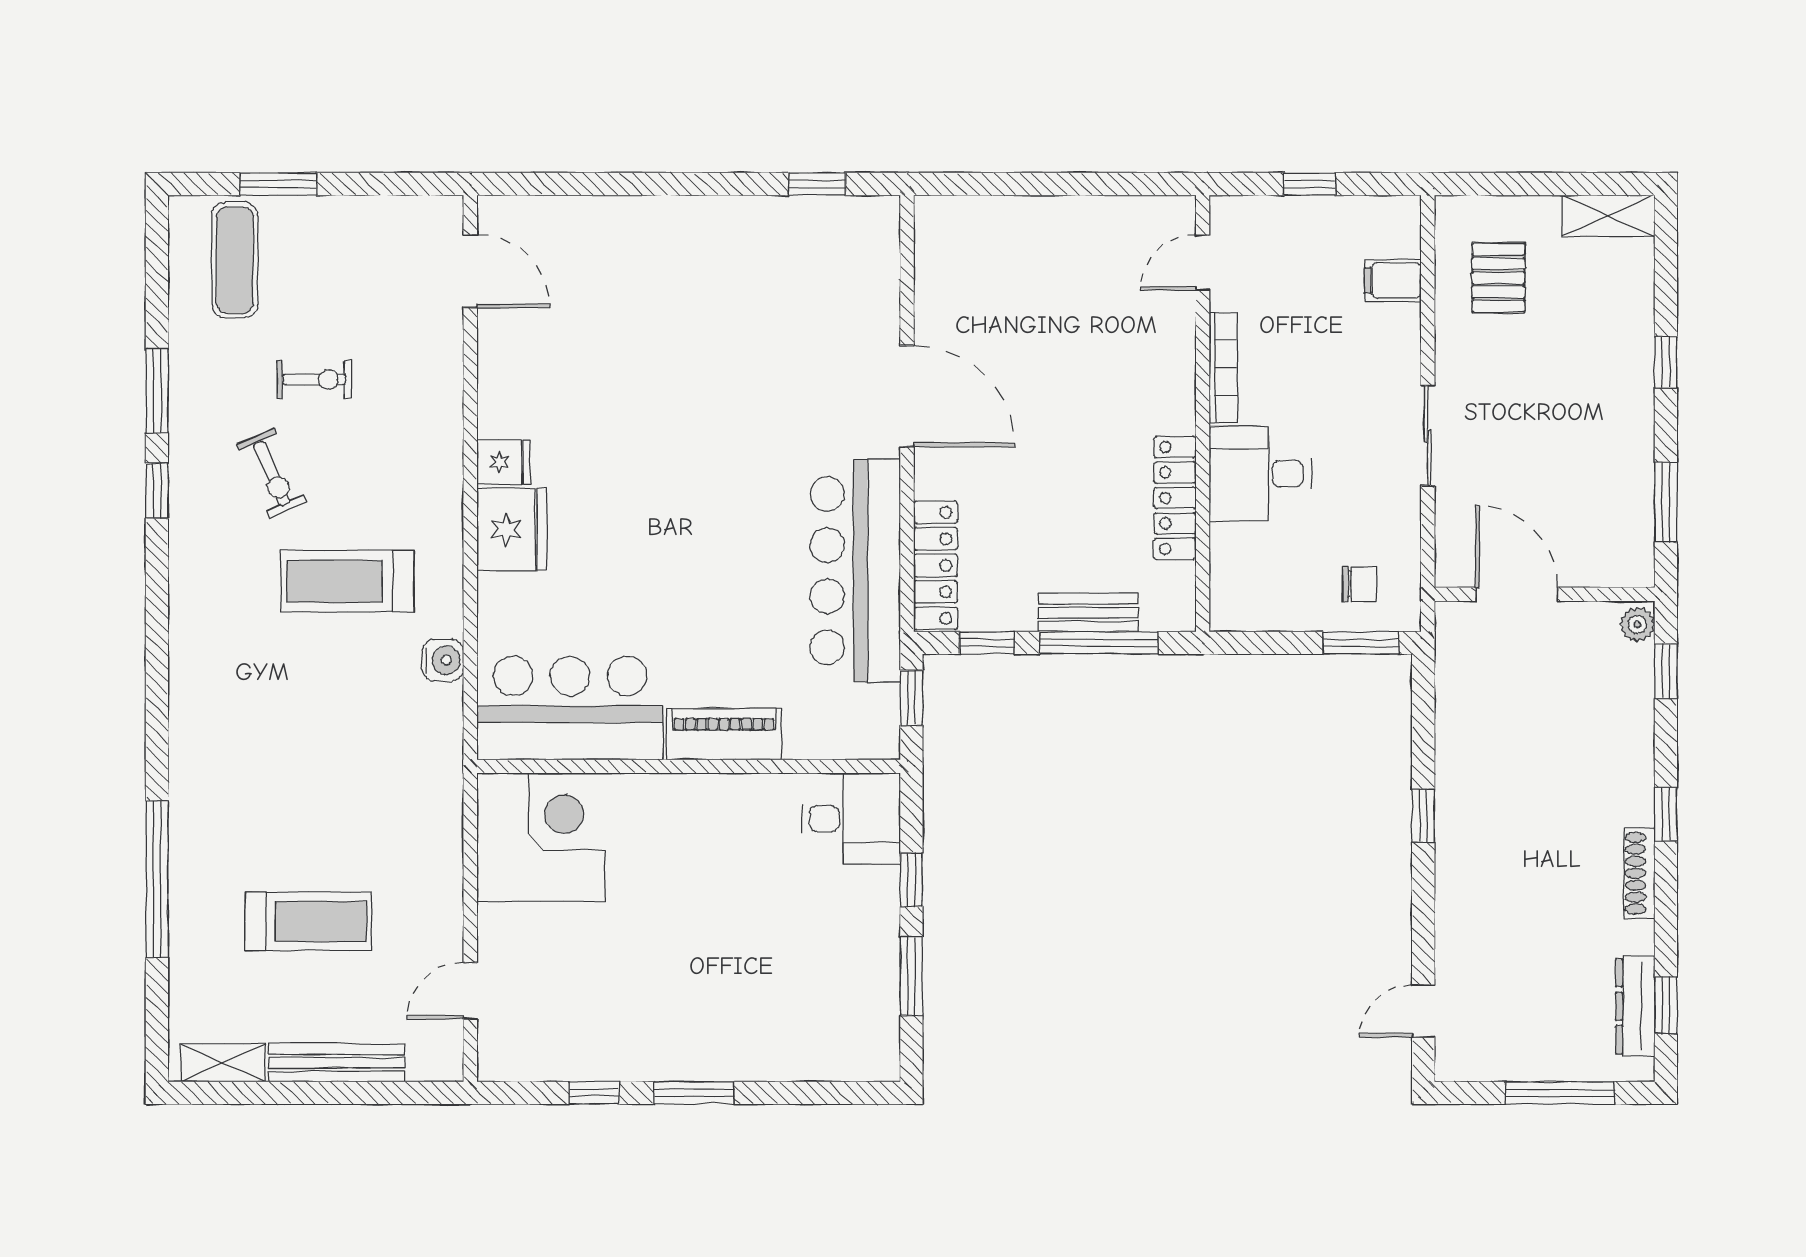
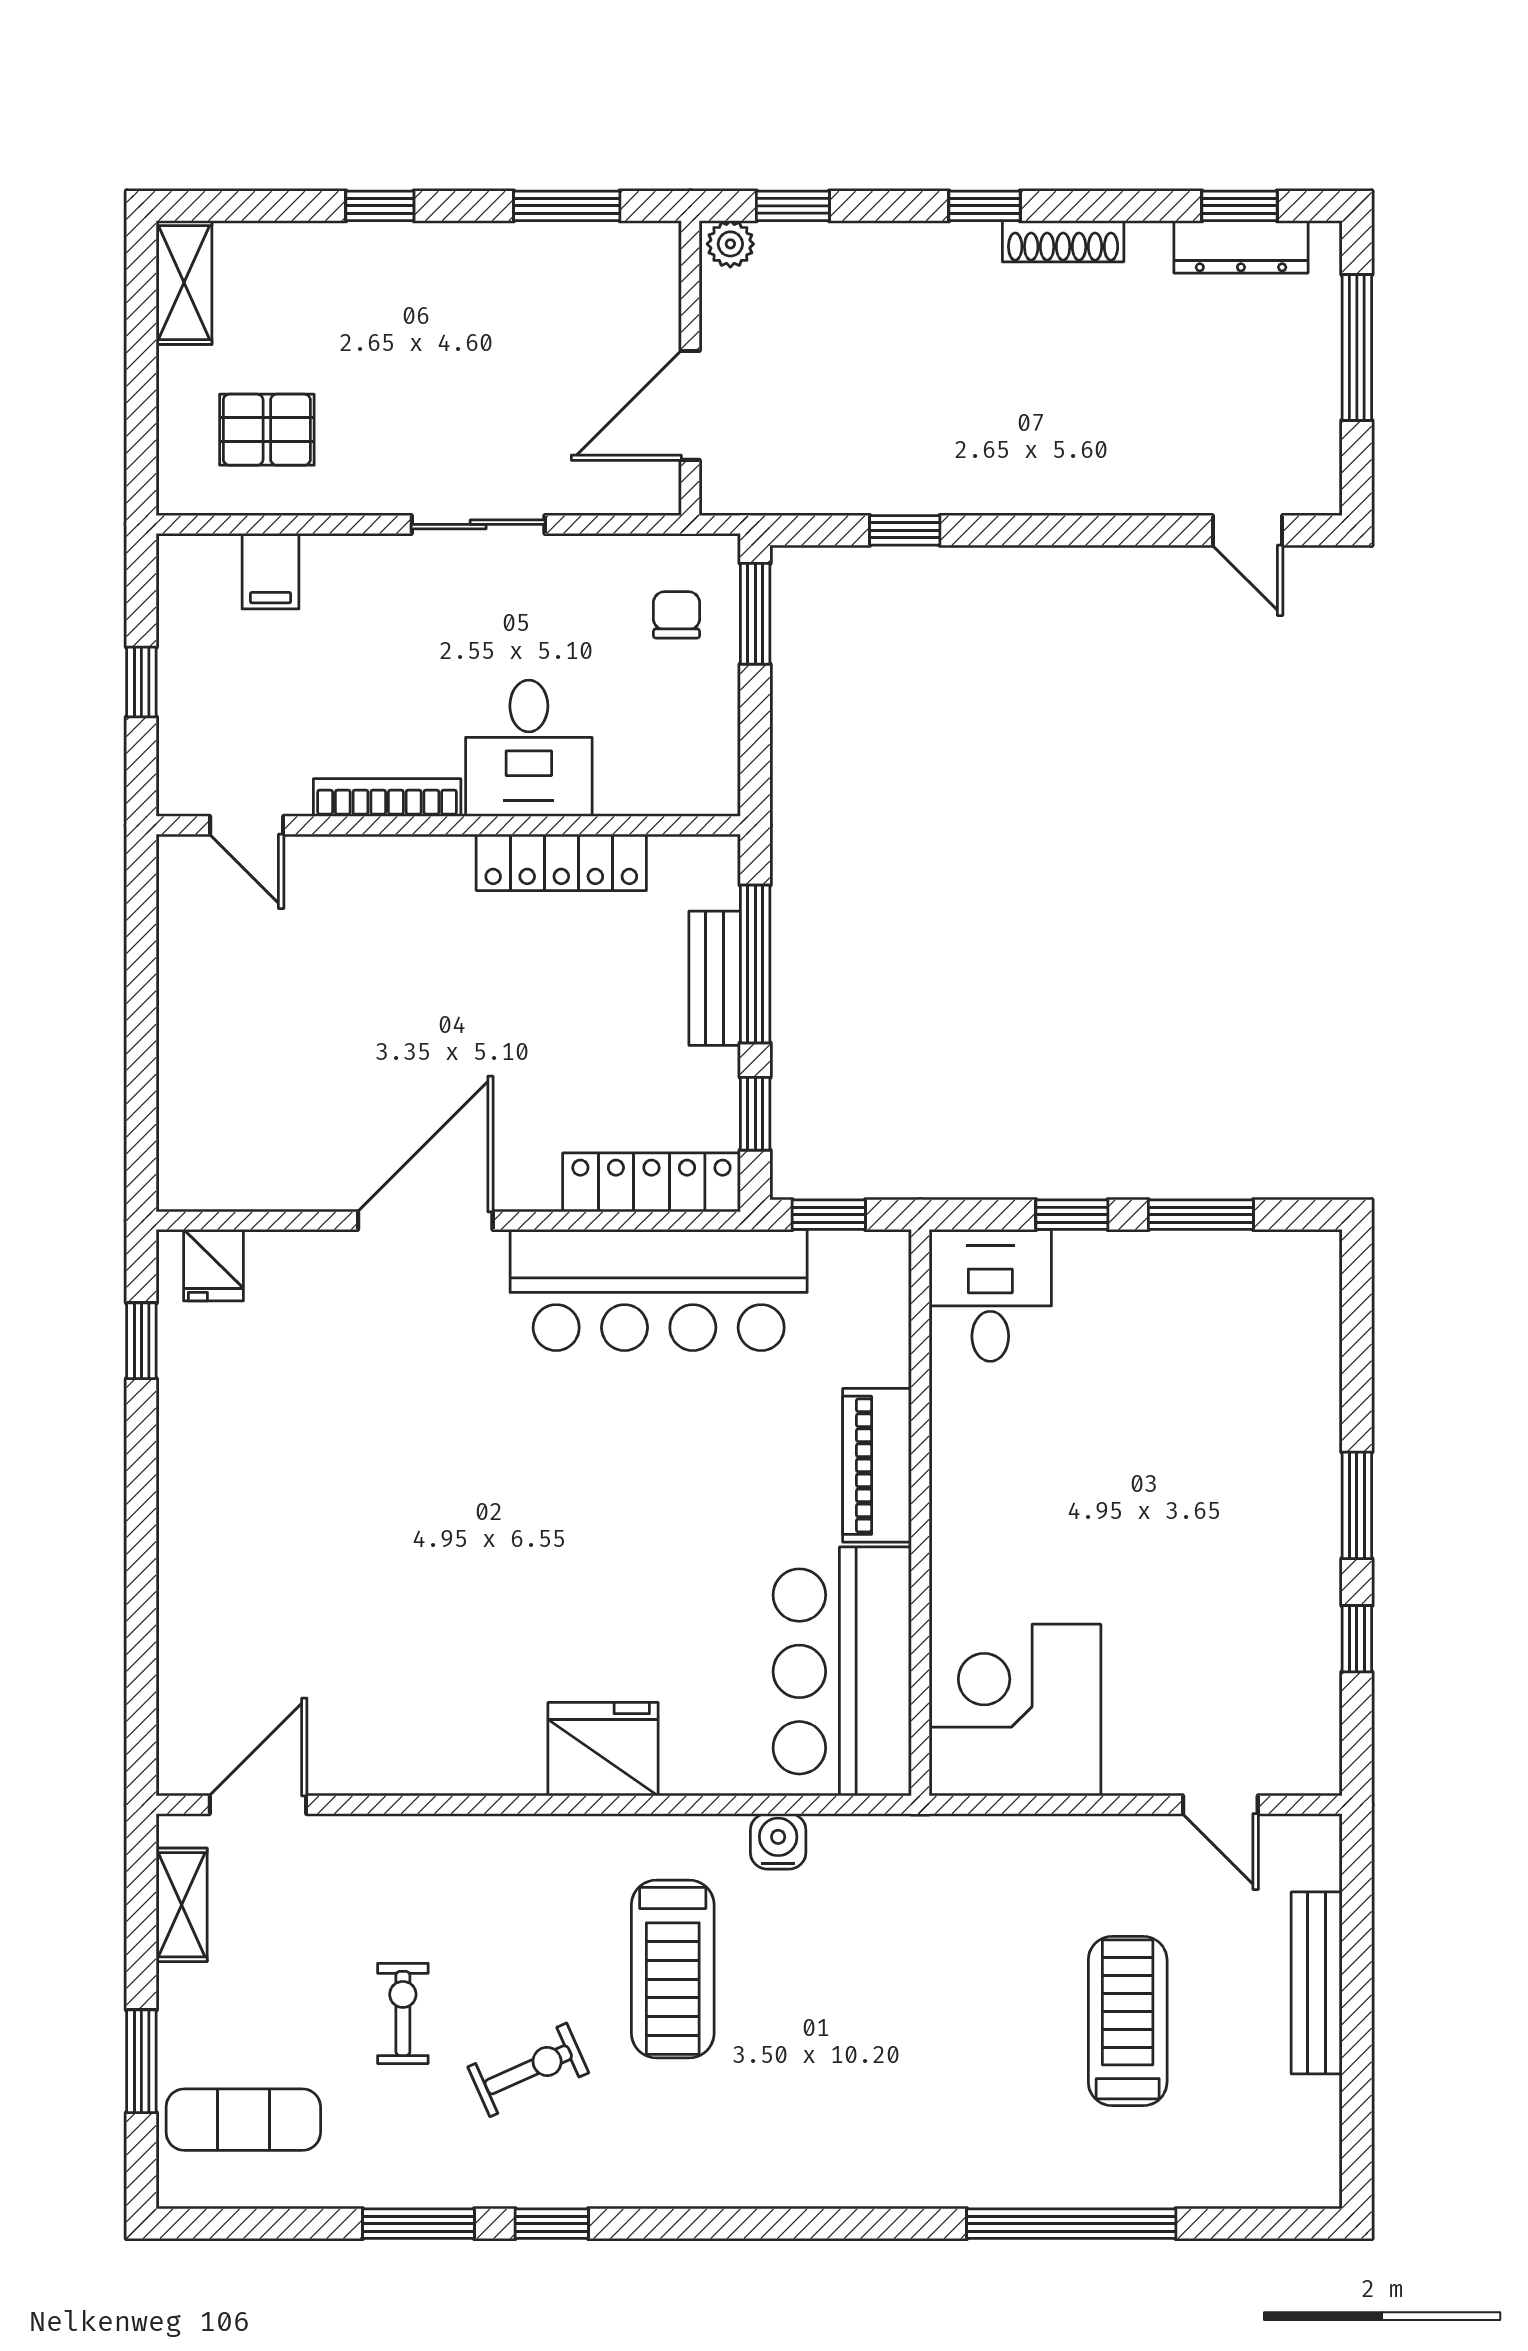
fridge: (504, 462) -> (213, 1265), moved, turned 180
window: (1423, 816) -> (905, 530), moved
shelving: (223, 1063) -> (182, 1905), moved

